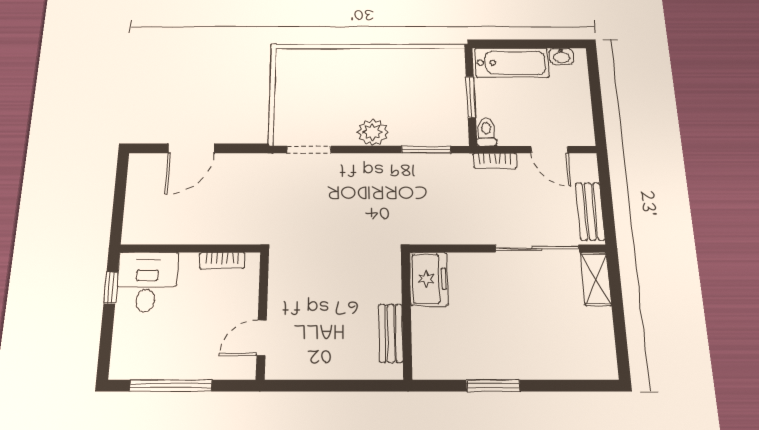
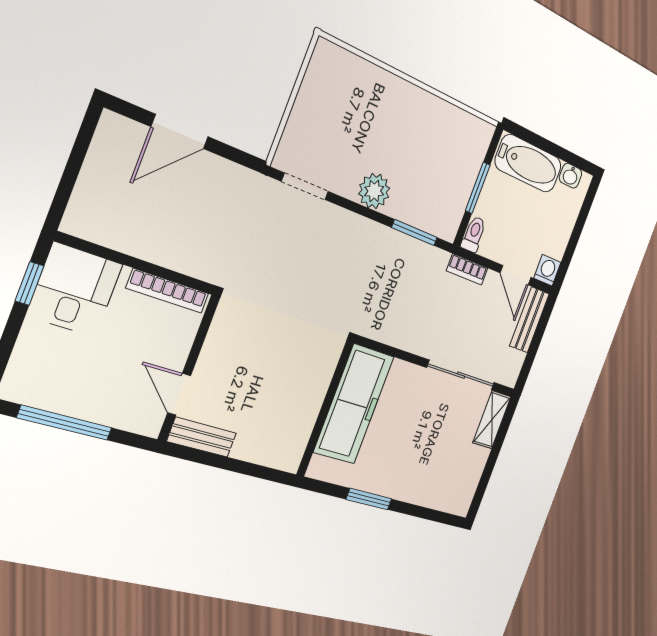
washing machine: (582, 135) -> (547, 270), added
bench: (590, 211) -> (529, 320), moved
bookcase: (222, 261) -> (168, 291), width x1.56
freezer: (429, 279) -> (354, 404), width x1.91, depth x1.26
bench: (391, 333) -> (202, 437), moved, turned 90
door: (262, 338) -> (179, 394), hinge flipped

